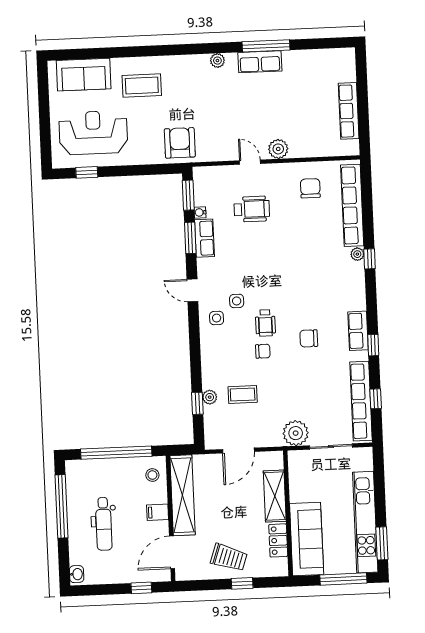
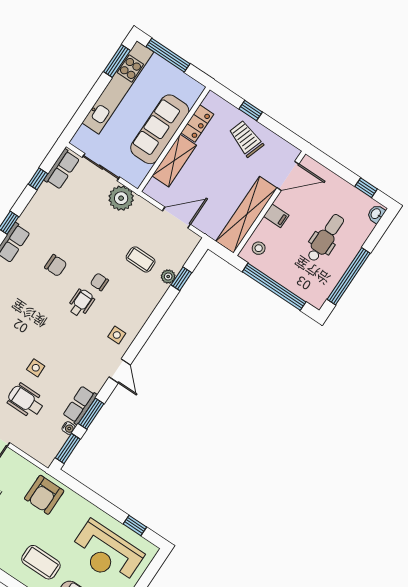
side table: (237, 301) -> (36, 368), moved
row of seats: (361, 401) -> (62, 169), width x0.50
sofa: (307, 539) -> (160, 129), moved
window: (141, 588) -> (366, 188), moved

